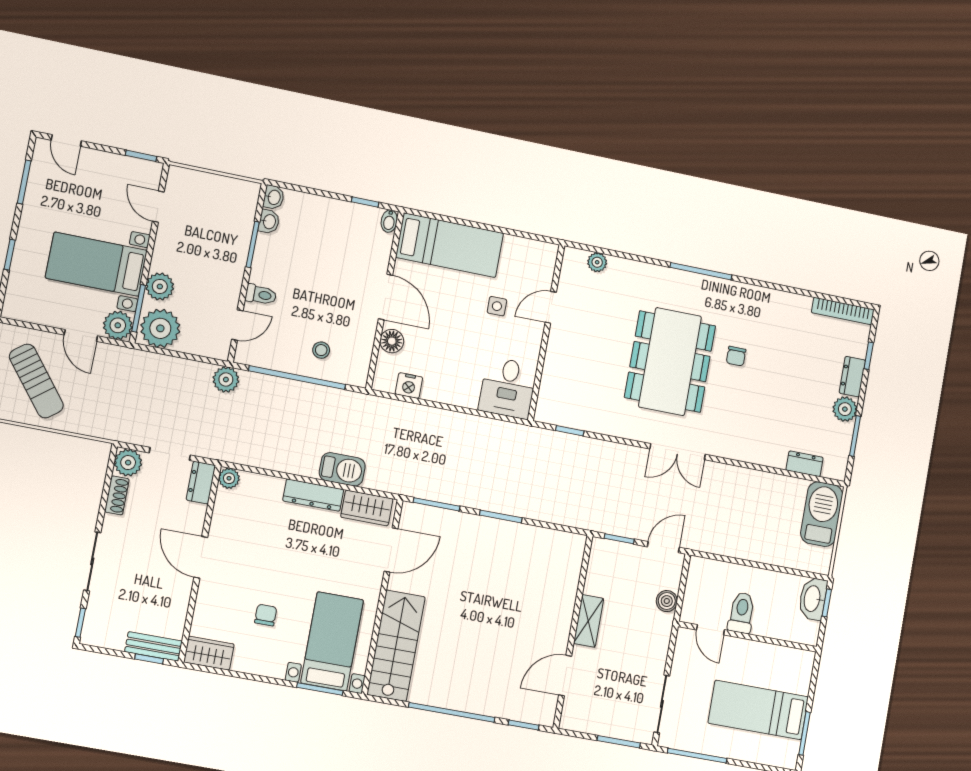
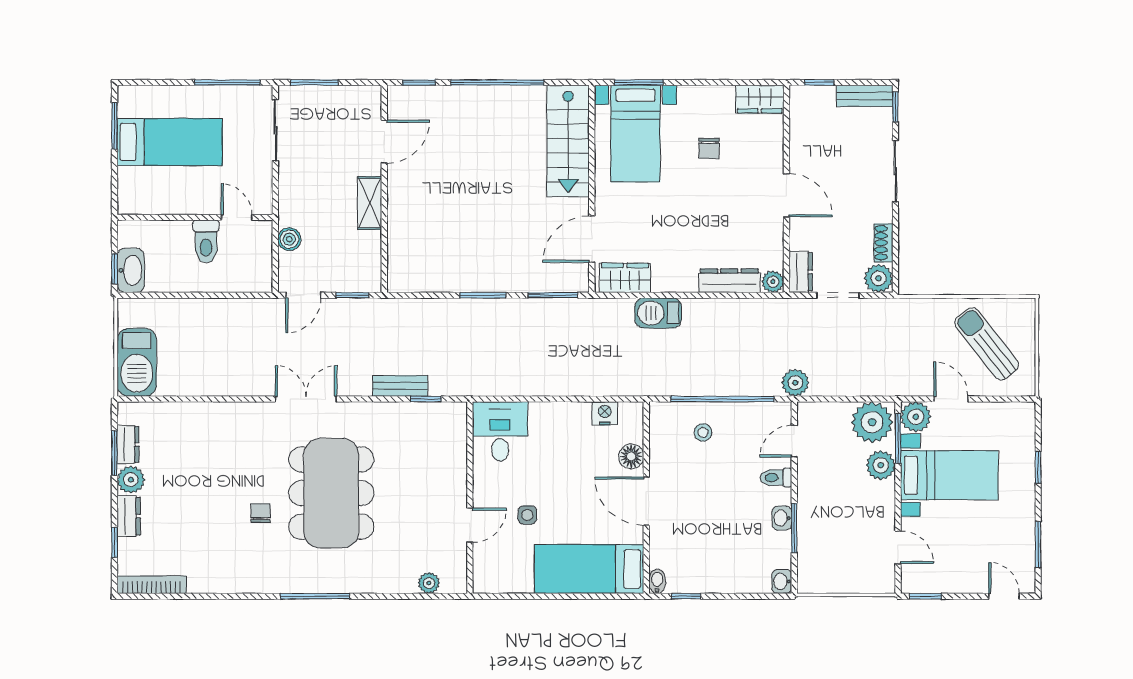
washbasin: (269, 222) -> (782, 518), moved
bench: (591, 447) -> (400, 386), added
dresser: (805, 464) -> (128, 444), moved, turned -90
dresser: (313, 495) -> (729, 281), moved
bench: (153, 646) -> (865, 96), moved

